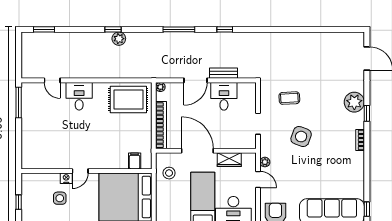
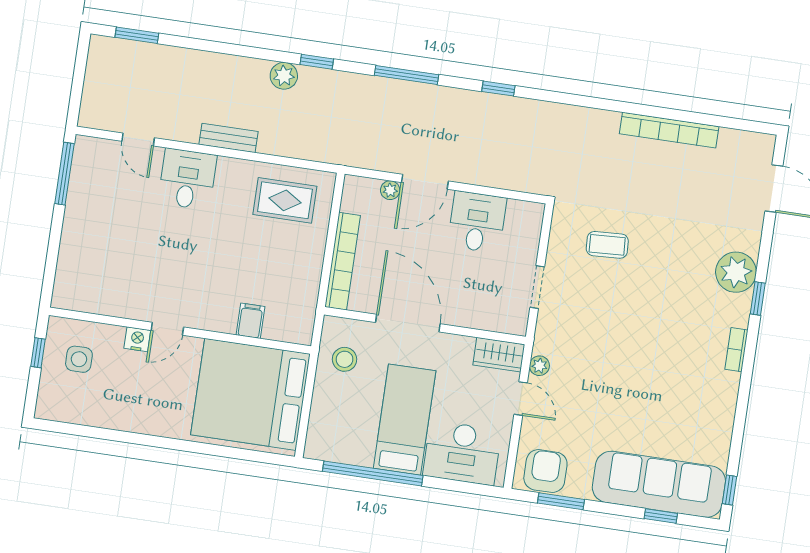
window: (113, 29) -> (317, 62), moved
bookcase: (311, 37) -> (669, 130), added
bench: (223, 73) -> (228, 138), moved
plant: (160, 87) -> (390, 190), moved
rug: (128, 100) -> (285, 200), width x0.73, depth x0.70
side table: (301, 137) -> (619, 325), removed
wardrobe: (229, 160) -> (499, 355), moved
filing cabinet: (135, 161) -> (251, 321), moved
side table: (60, 198) -> (79, 359), moved
window: (19, 202) -> (38, 353), moved

